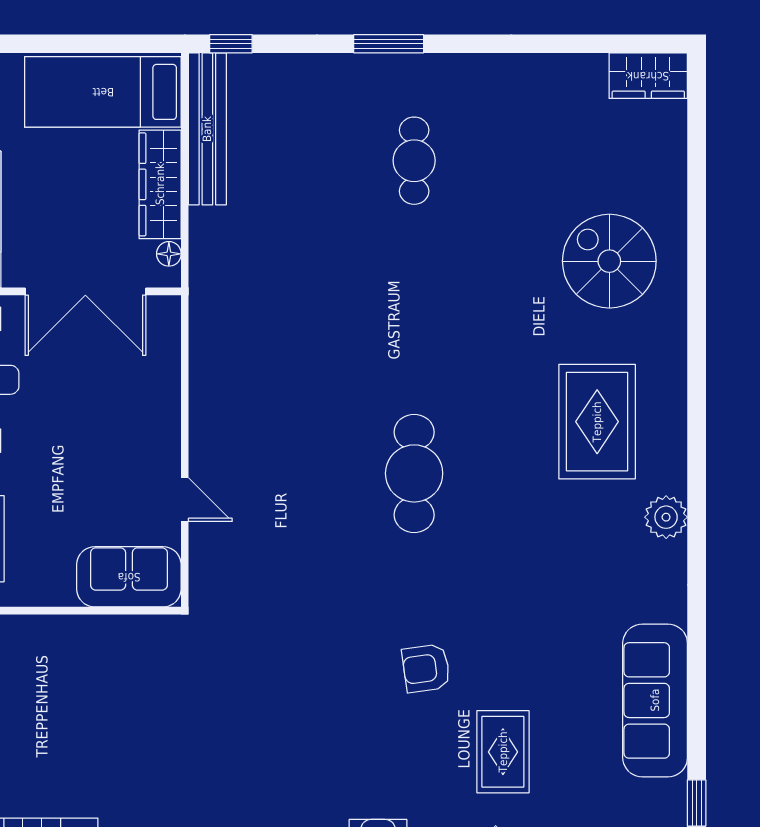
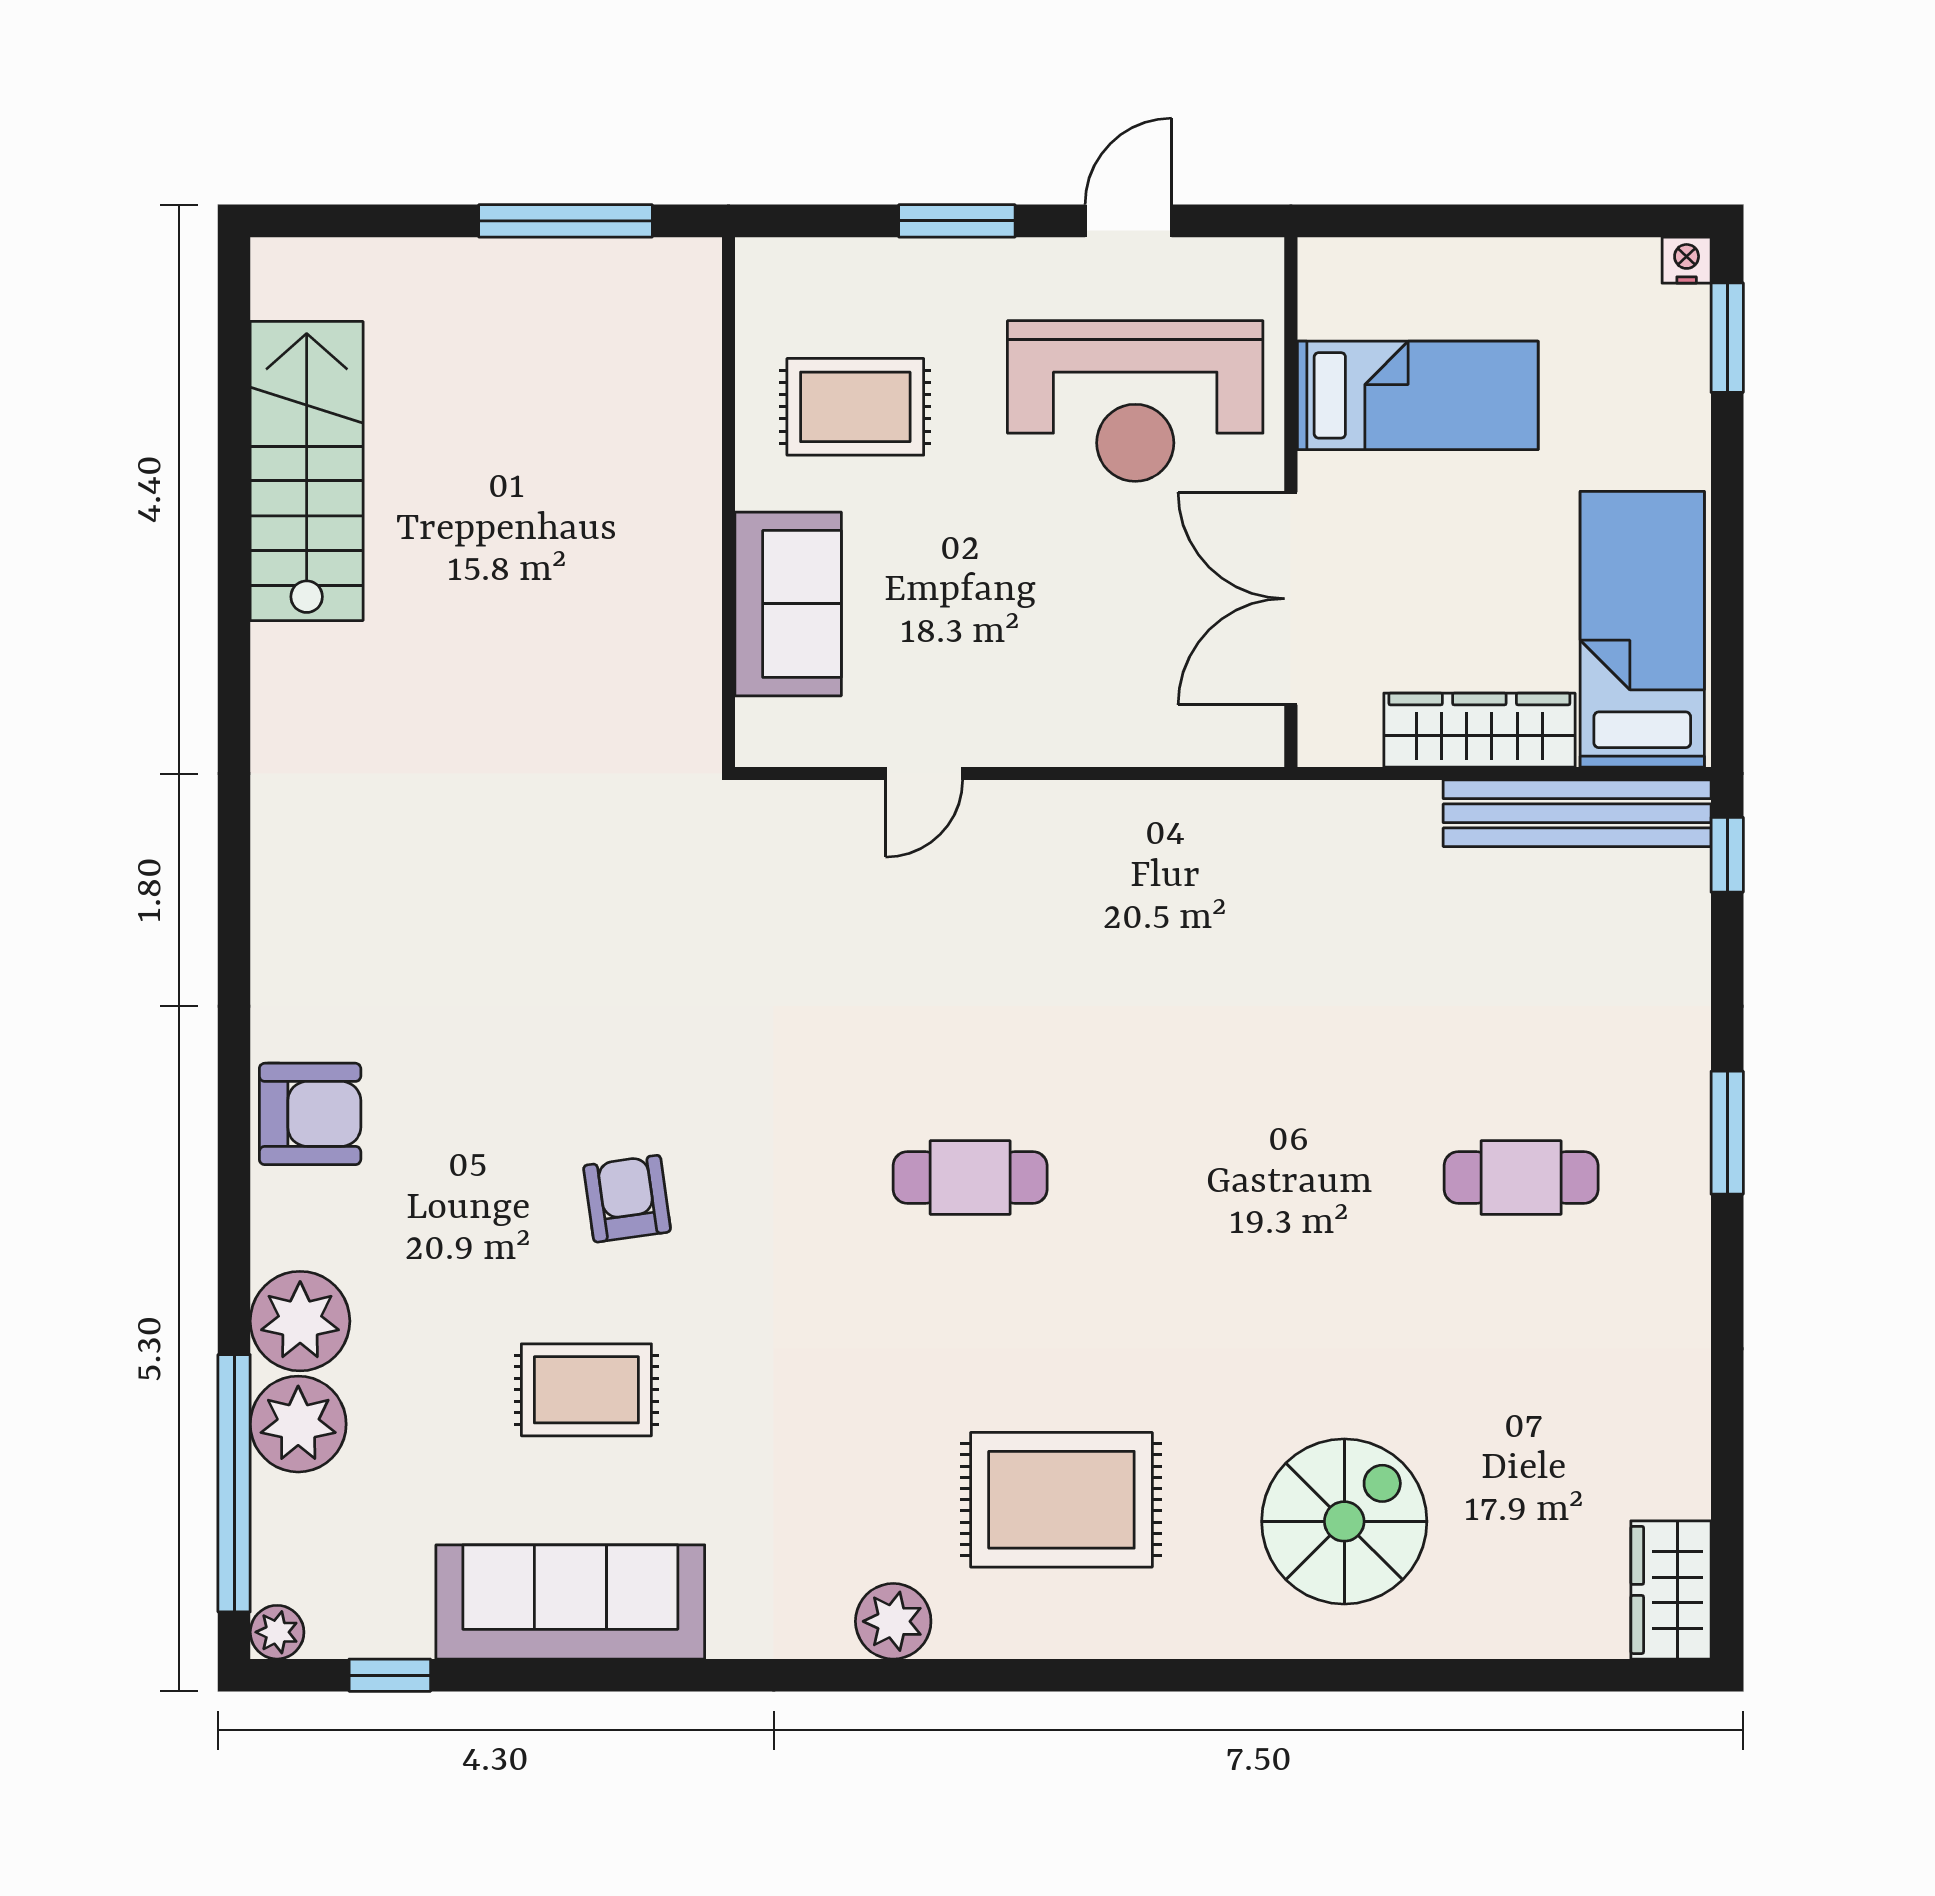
floor lamp: (169, 254) -> (1357, 745), removed
cafe table: (414, 473) -> (970, 1177), width x0.73, depth x0.74
sofa: (129, 577) -> (788, 604), moved
rug: (503, 752) -> (586, 1390), moved

